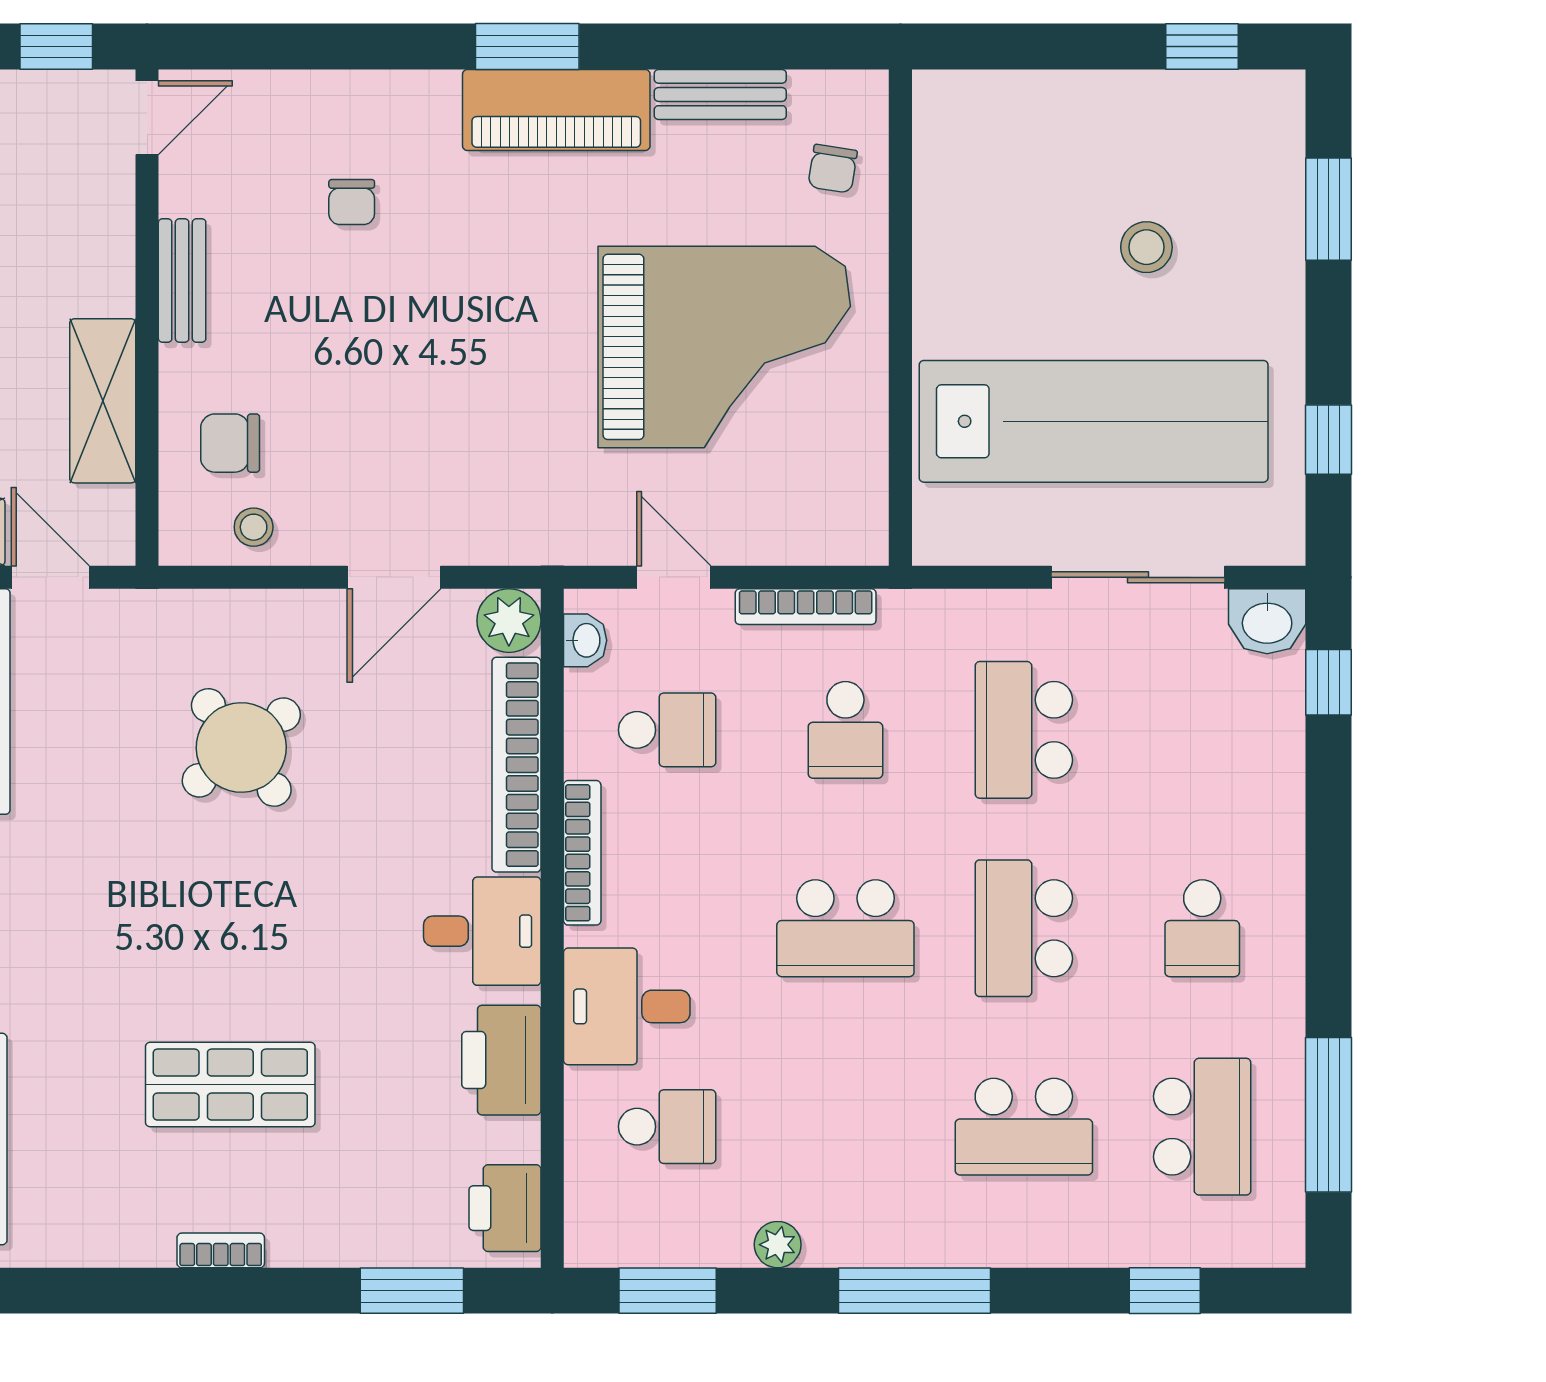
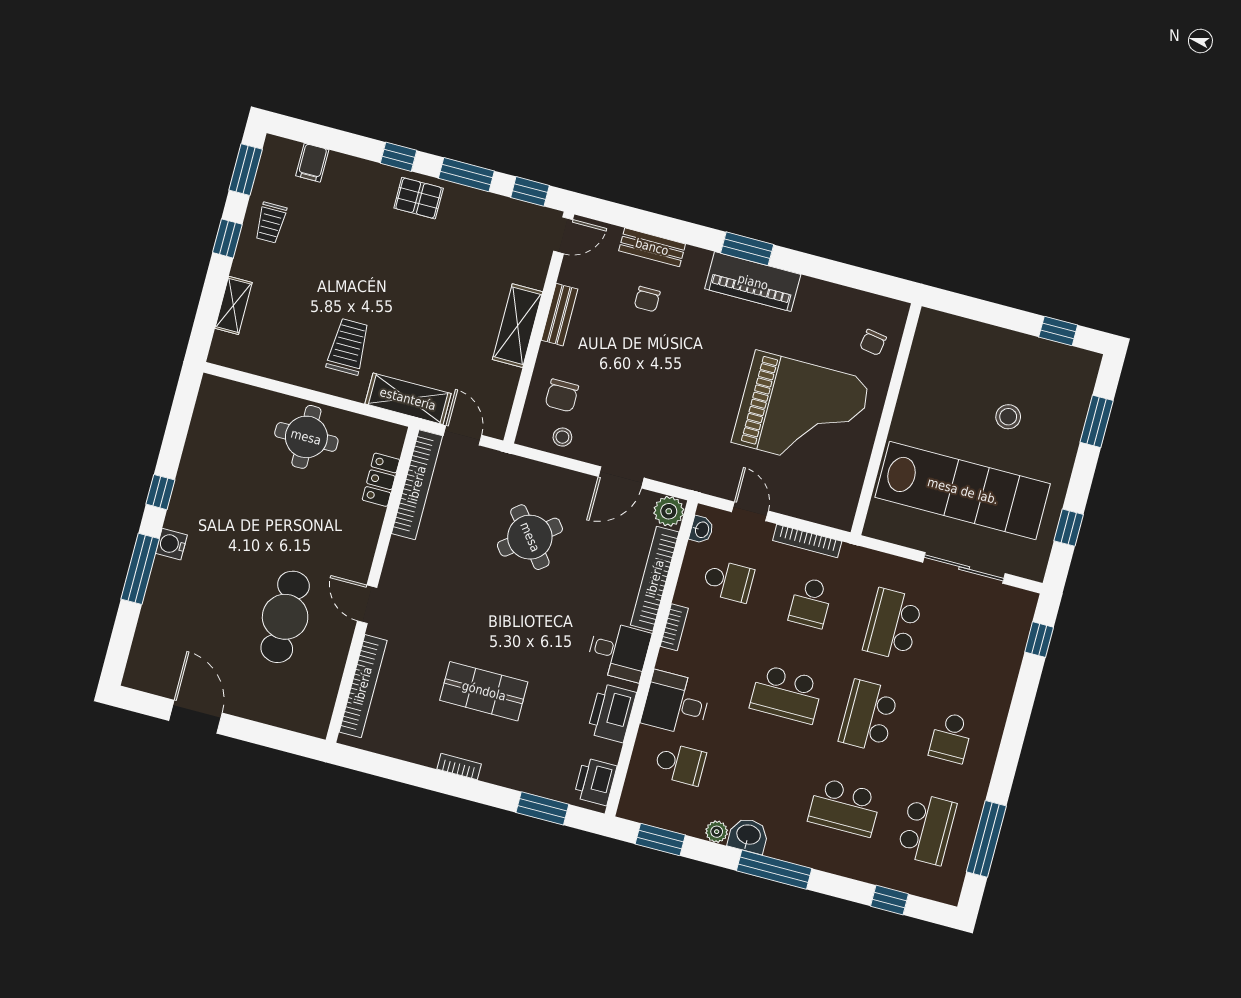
bench: (720, 94) -> (652, 247), moved
shelving: (103, 401) -> (517, 326), moved
chair: (230, 443) -> (562, 395), turned -90
washbasin: (1267, 621) -> (748, 835), moved, turned 180
bookcase: (582, 853) -> (674, 627), width x0.64

